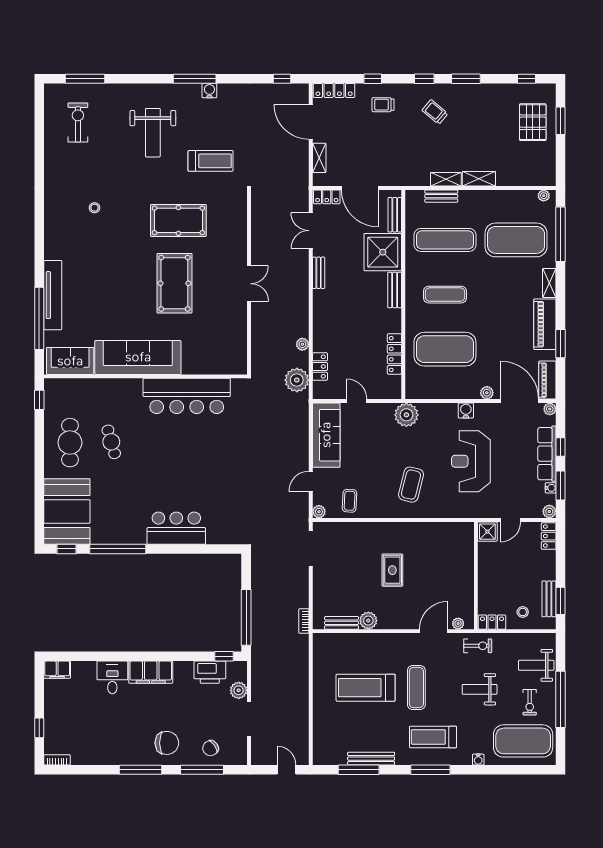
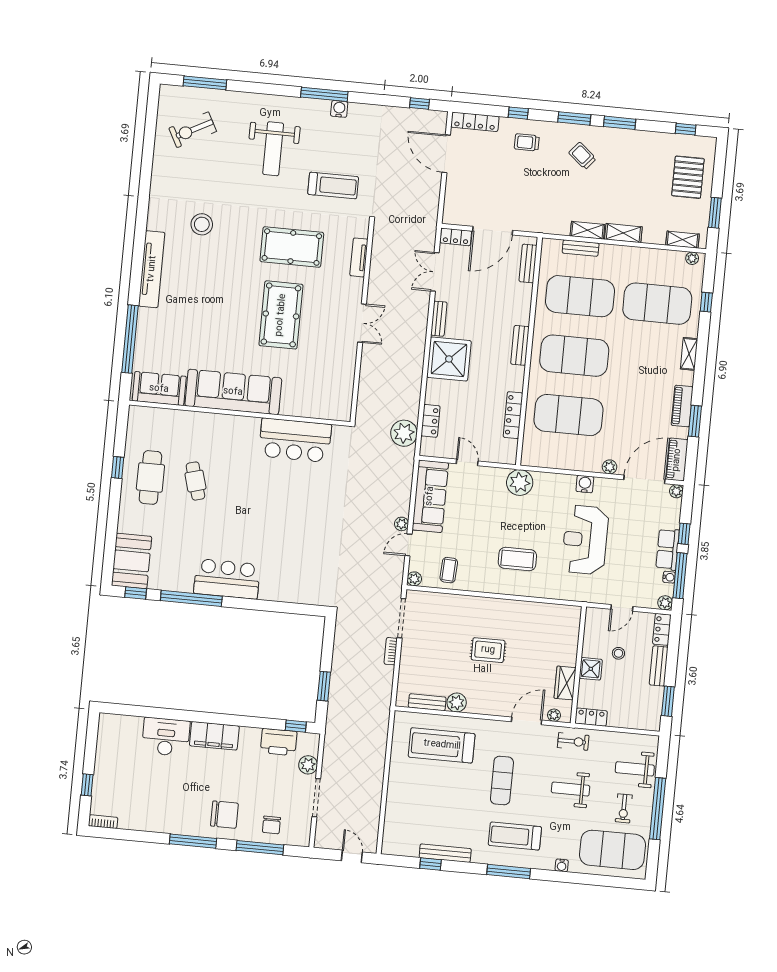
window: (424, 79) -> (574, 118), width x1.50
window: (560, 121) -> (715, 213), moved
exercise bike: (78, 122) -> (193, 130), turned -118
shelving: (319, 158) -> (683, 240), moved, turned 90
door: (360, 188) -> (493, 231), hinge flipped
stool: (94, 208) -> (202, 224), width x1.89, depth x1.89
tv unit: (240, 224) -> (359, 257), added
window: (560, 234) -> (706, 302), width x0.32
exercise mat: (445, 240) -> (580, 296), width x1.47
shower: (383, 252) -> (449, 359), moved
tv unit: (53, 295) -> (152, 269), moved
exercise mat: (445, 295) -> (574, 356), width x2.00, depth x1.45
piano: (545, 324) -> (682, 406), width x0.73, depth x0.75
plant: (302, 344) -> (402, 524), moved
bar counter: (187, 396) -> (295, 440), width x0.73
window: (39, 400) -> (118, 468), moved
door: (520, 401) -> (644, 479), hinge flipped
row of seats: (547, 454) -> (668, 549), width x0.68
coffee table: (411, 485) -> (517, 559), turned 76
window: (560, 485) -> (680, 576), width x1.44
booth: (67, 511) -> (132, 561), width x0.73, depth x0.70
bar counter: (176, 528) -> (227, 579), moved
shower: (487, 532) -> (591, 669), moved
rug: (392, 570) -> (488, 650), turned 90
wardrobe: (465, 593) -> (565, 683), added
bench: (549, 599) -> (659, 666), moved
stool: (523, 612) -> (618, 653), moved
window: (246, 617) -> (324, 686), width x0.47
bookcase: (304, 621) -> (391, 651), moved
filing cabinet: (57, 670) -> (113, 723), removed
desk: (112, 677) -> (166, 737), width x1.37
treadmill: (366, 688) -> (442, 745), moved
chair: (211, 748) -> (271, 825), turned -55
window: (359, 770) -> (430, 864), width x0.46

